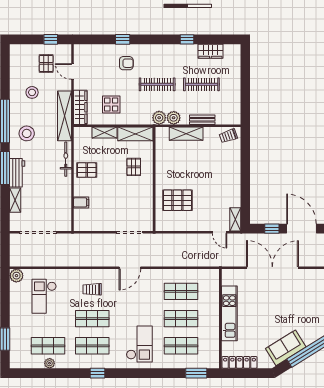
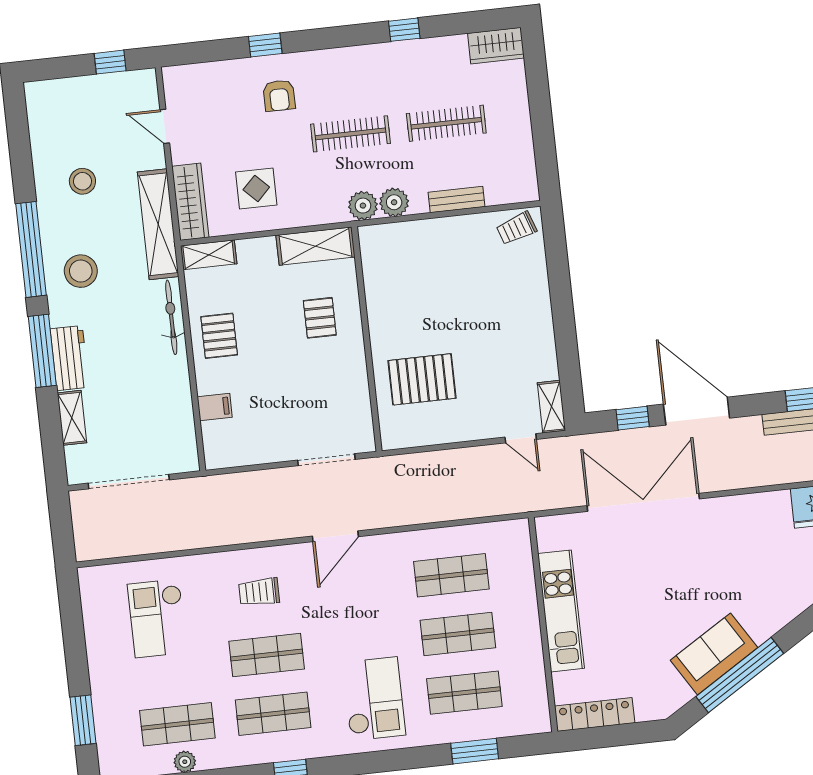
wardrobe: (210, 51) -> (496, 46), moved
pallet: (46, 63) -> (106, 115), removed
armchair: (126, 63) -> (279, 96), turned 90
shelving: (104, 132) -> (209, 255), moved
shelving: (186, 134) -> (425, 233), removed
pallet: (87, 170) -> (219, 336), turned 90
plant: (16, 276) -> (93, 580), removed
sofa: (286, 348) -> (714, 654), moved
window: (196, 373) -> (475, 751), moved

